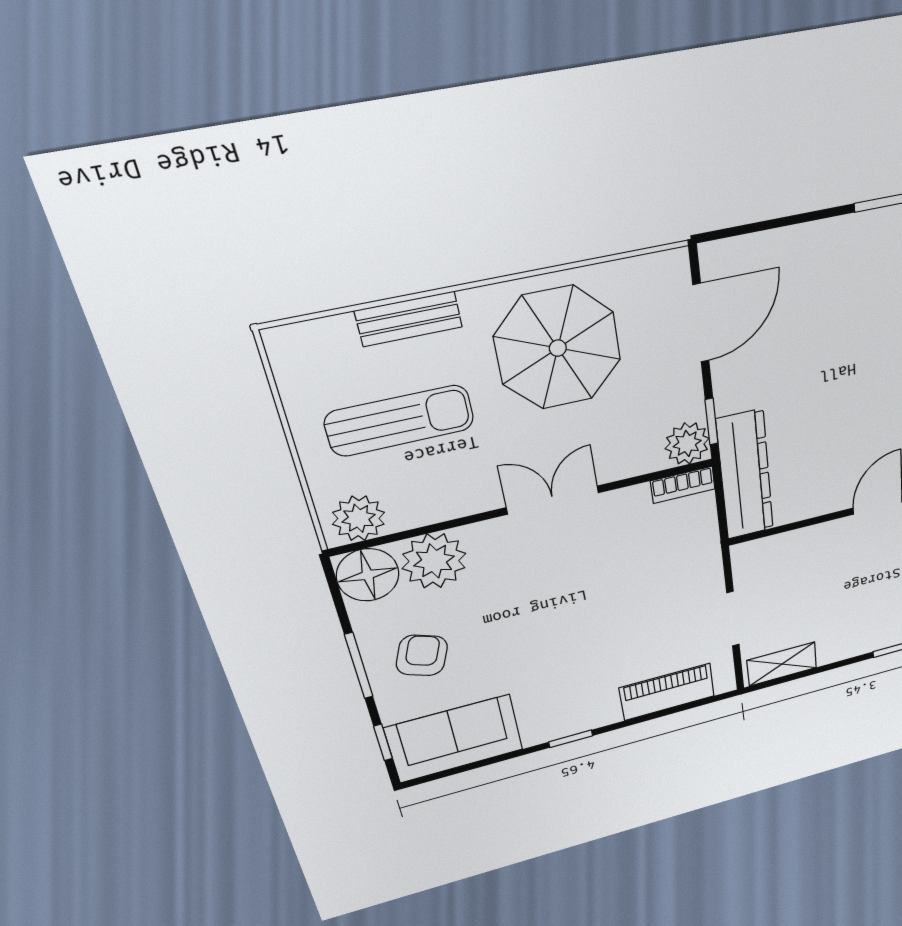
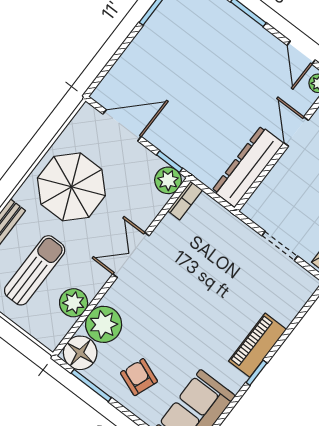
door: (701, 323) -> (122, 125), hinge flipped
dresser: (745, 475) -> (248, 167), moved, turned -90
plant: (359, 518) -> (74, 303), moved
window: (359, 666) -> (91, 385), moved
piano: (667, 692) -> (258, 345), moved

